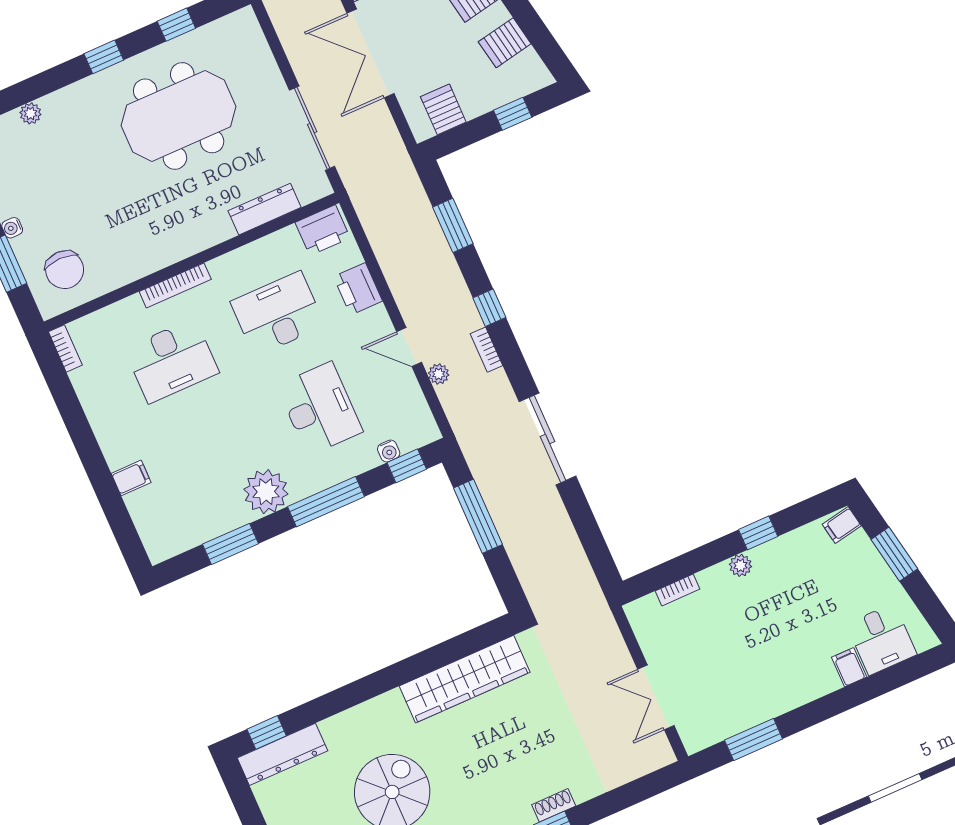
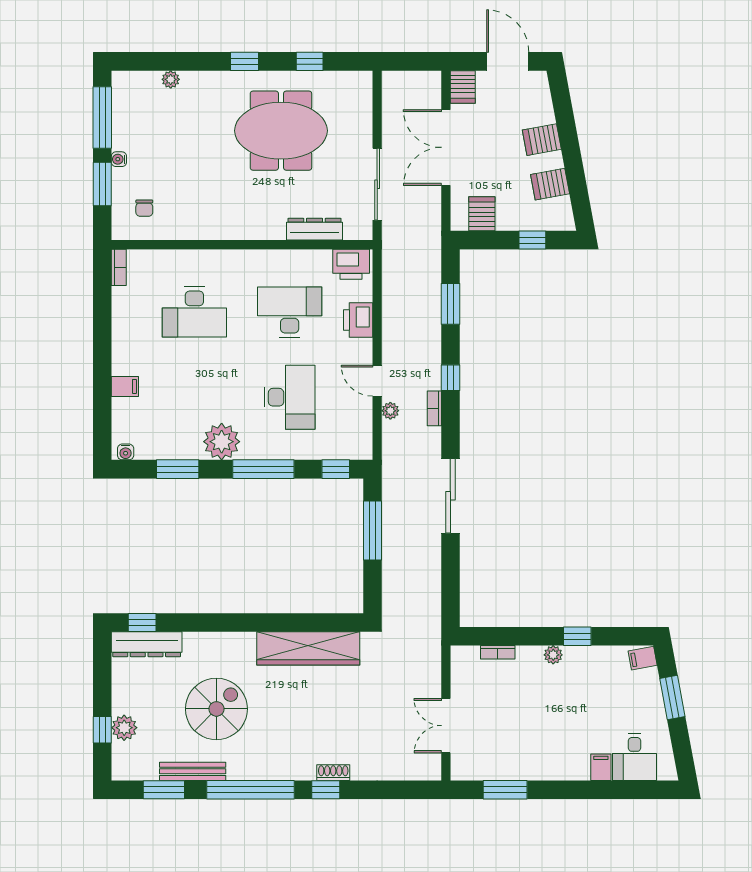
chair: (65, 270) -> (144, 208), width x0.54, depth x0.54
bookcase: (175, 285) -> (222, 257), removed
water cooler: (389, 451) -> (126, 452), moved

